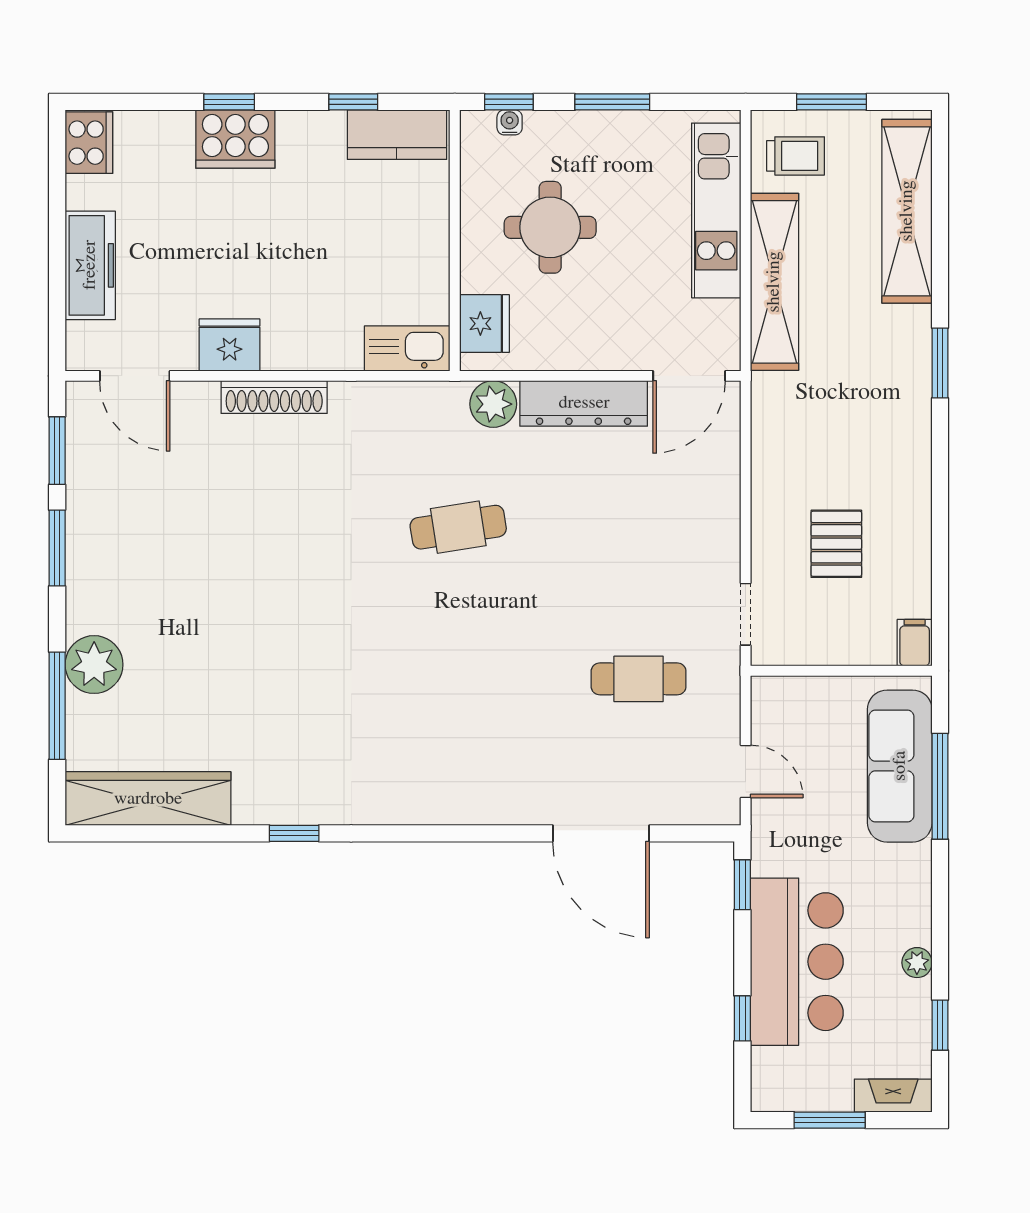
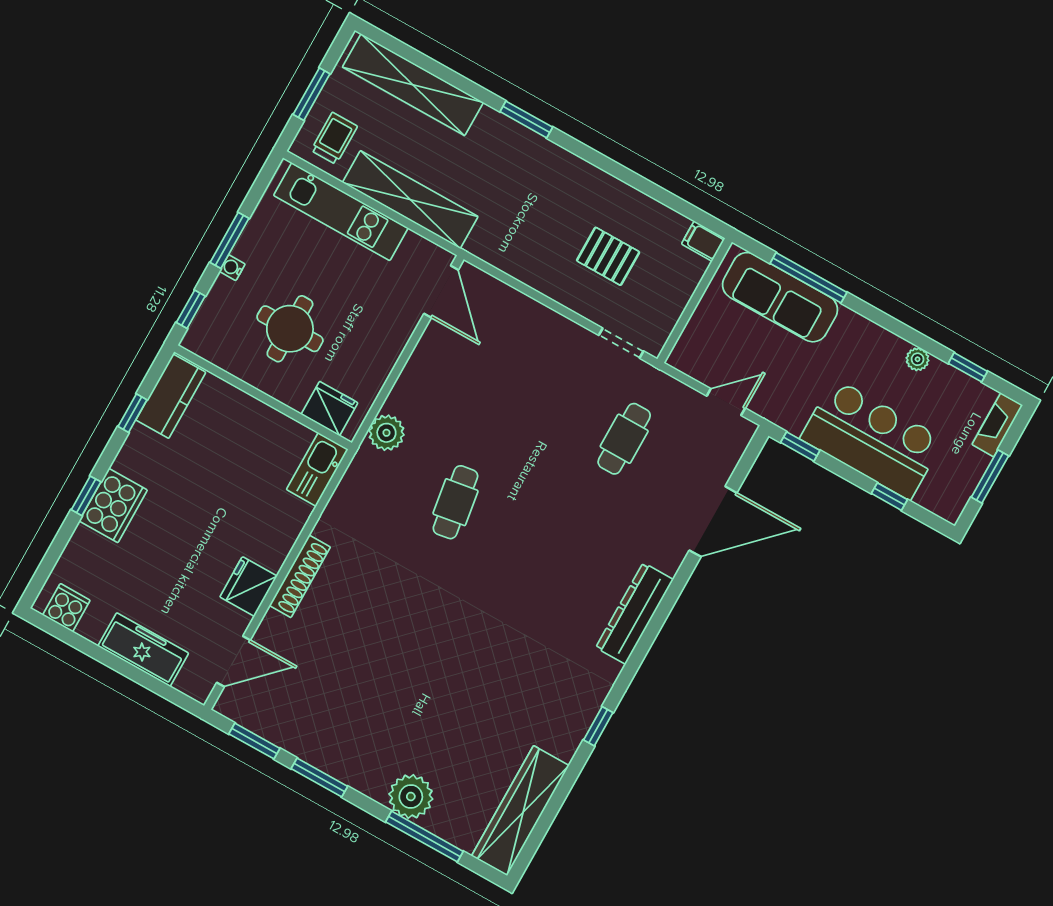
water cooler: (510, 122) -> (232, 268), moved
cooker: (89, 143) -> (66, 608), width x0.73
dresser: (584, 403) -> (635, 614), moved, turned 180

